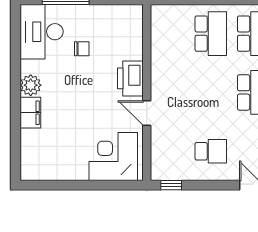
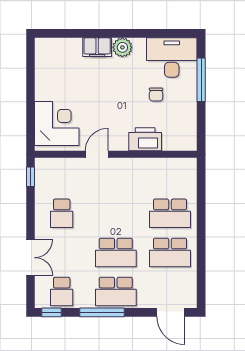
printer: (130, 78) -> (145, 139), moved

